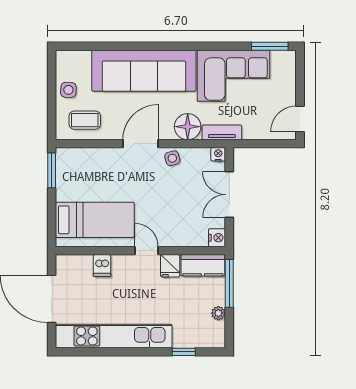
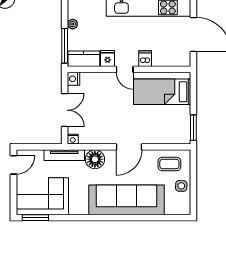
corner sofa: (234, 76) -> (42, 196), moved
tv unit: (222, 132) -> (64, 155), width x1.41
side table: (172, 158) -> (106, 136), removed
dishwasher: (102, 266) -> (145, 59), moved

